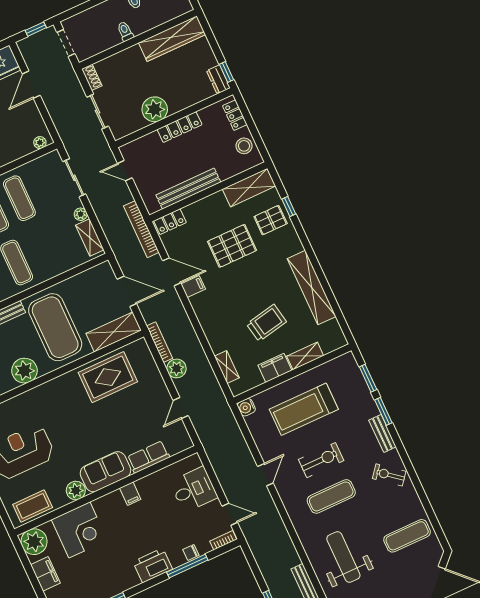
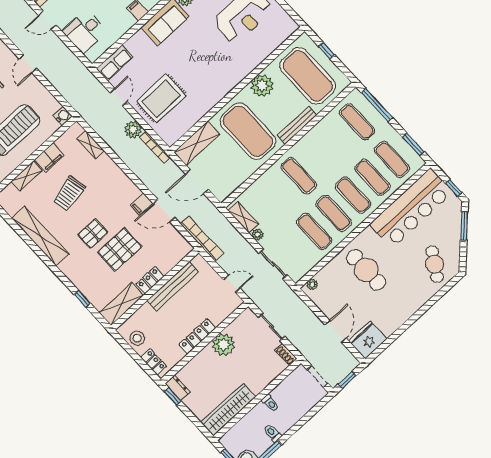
pallet: (271, 220) -> (93, 234), moved
locker: (170, 222) -> (150, 280), moved
rug: (108, 377) -> (161, 99), moved
row of seats: (148, 457) -> (115, 63), moved

